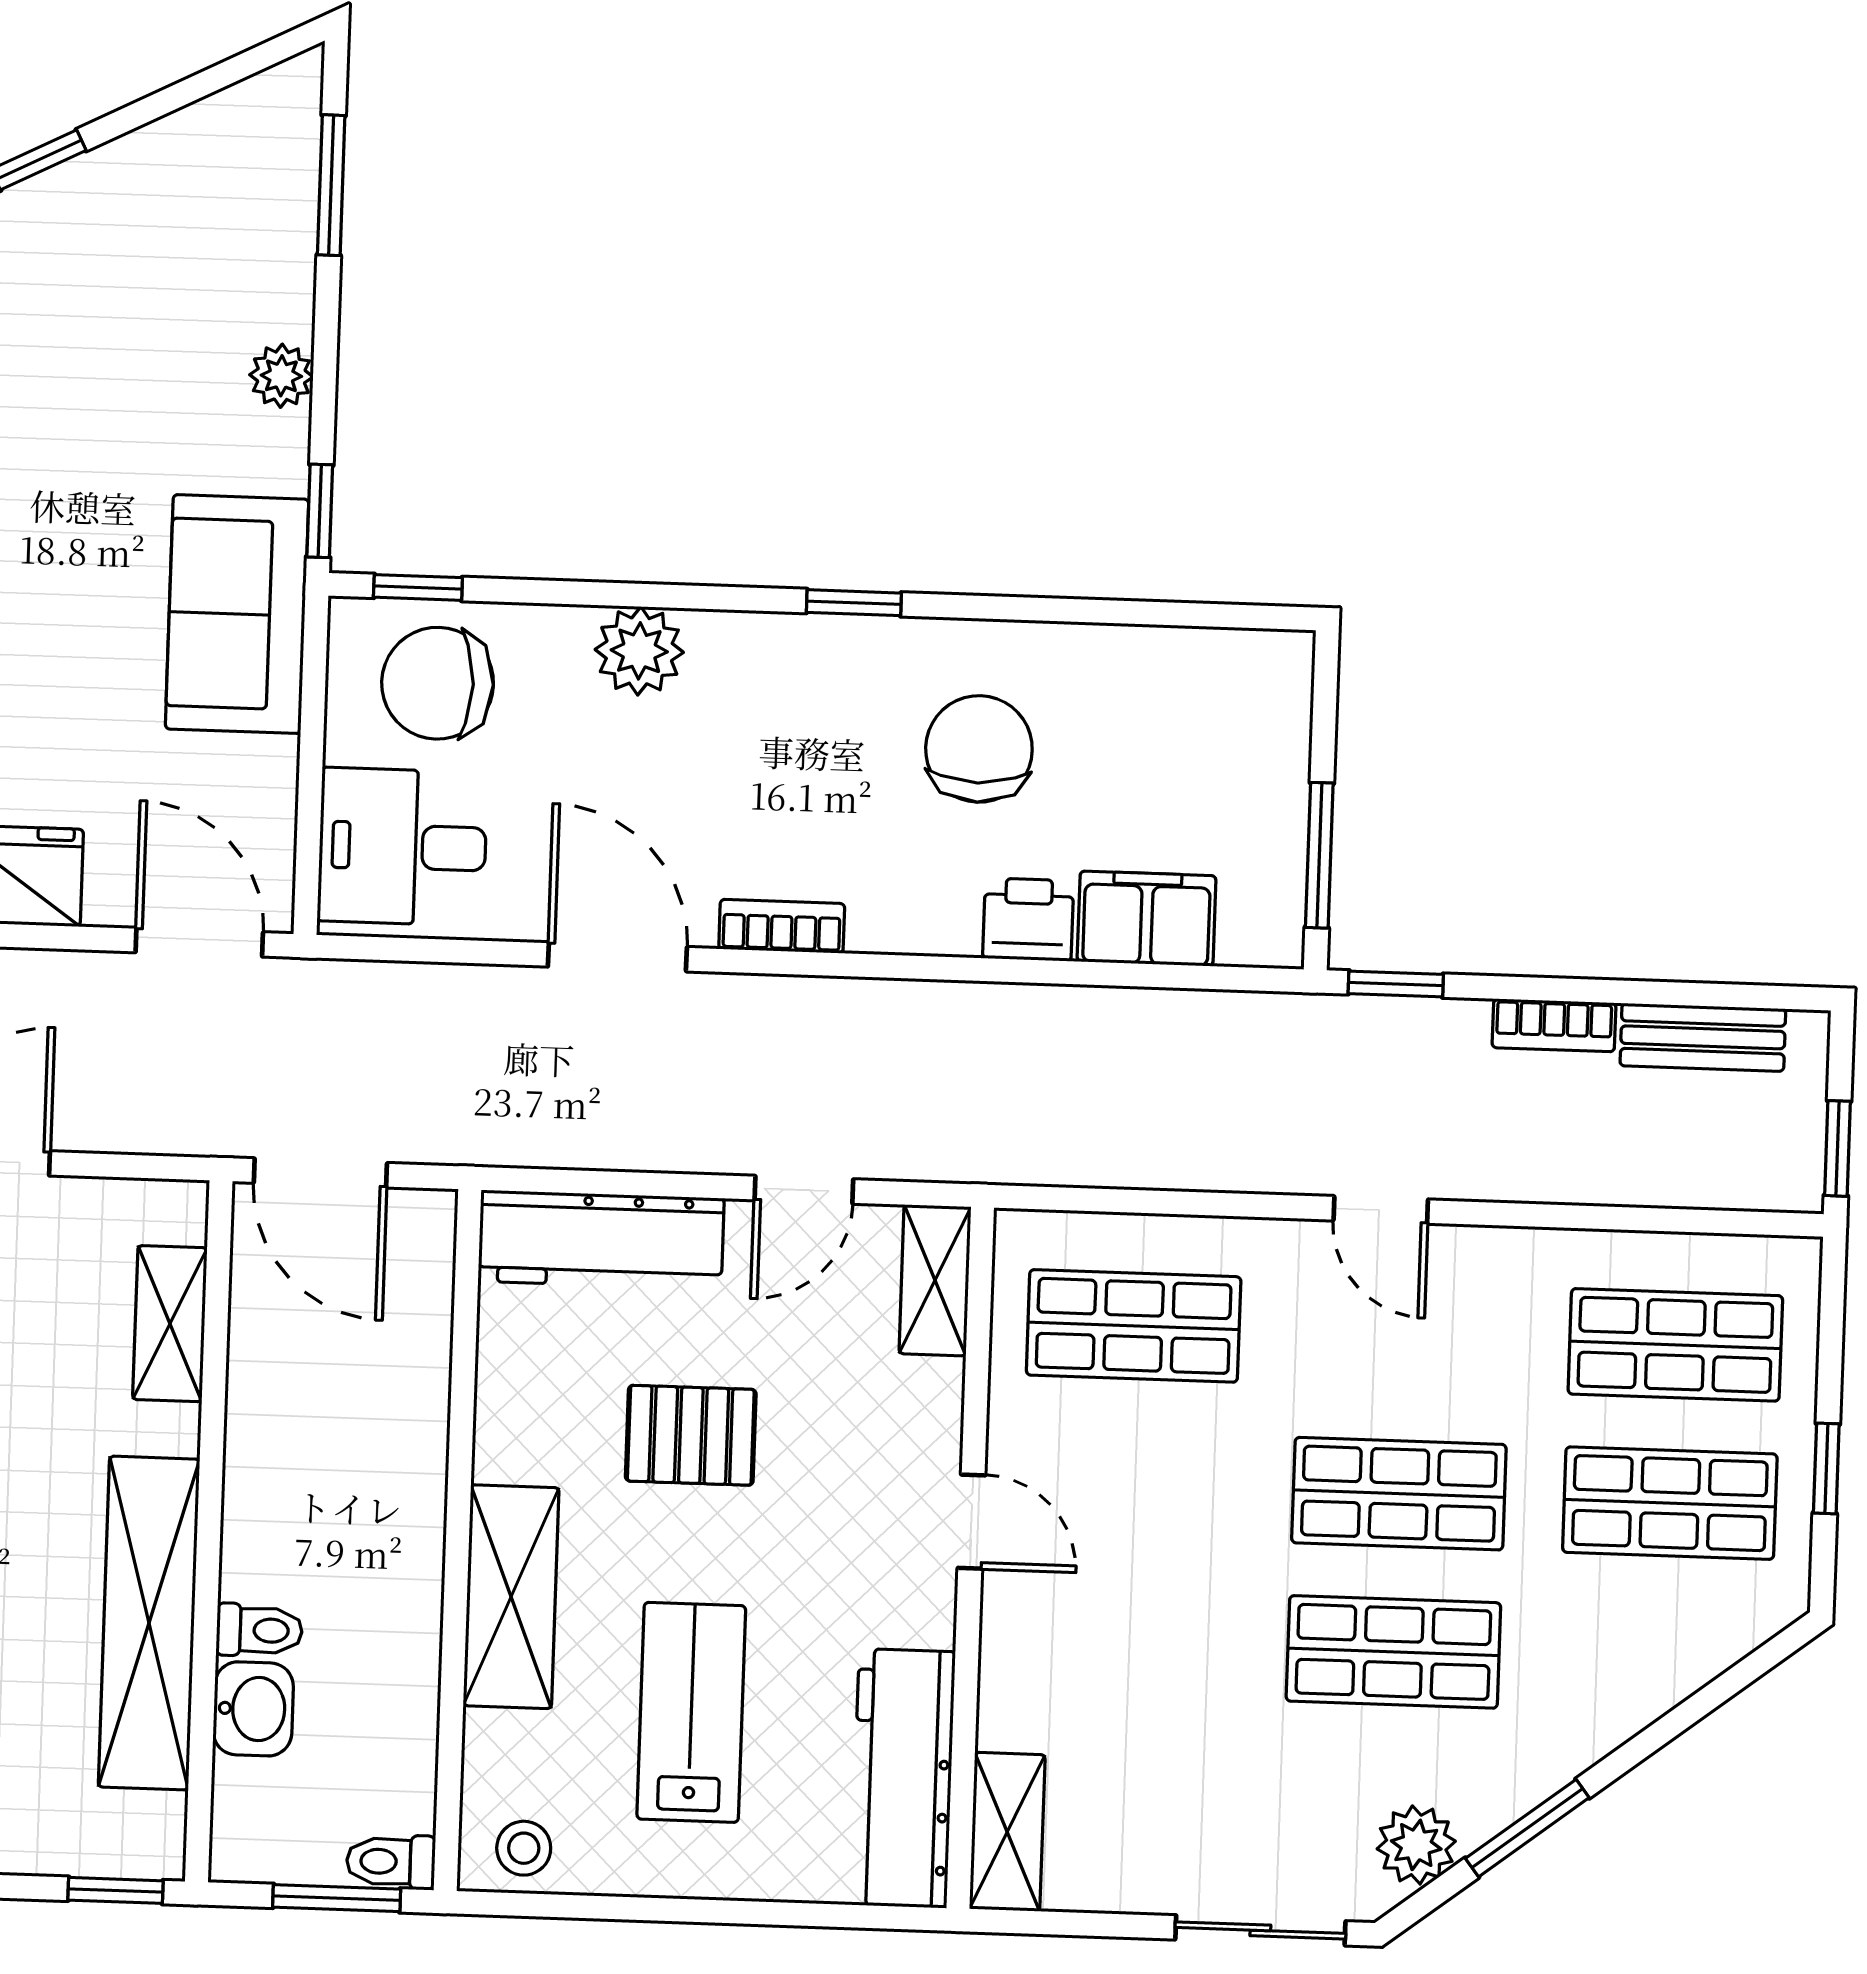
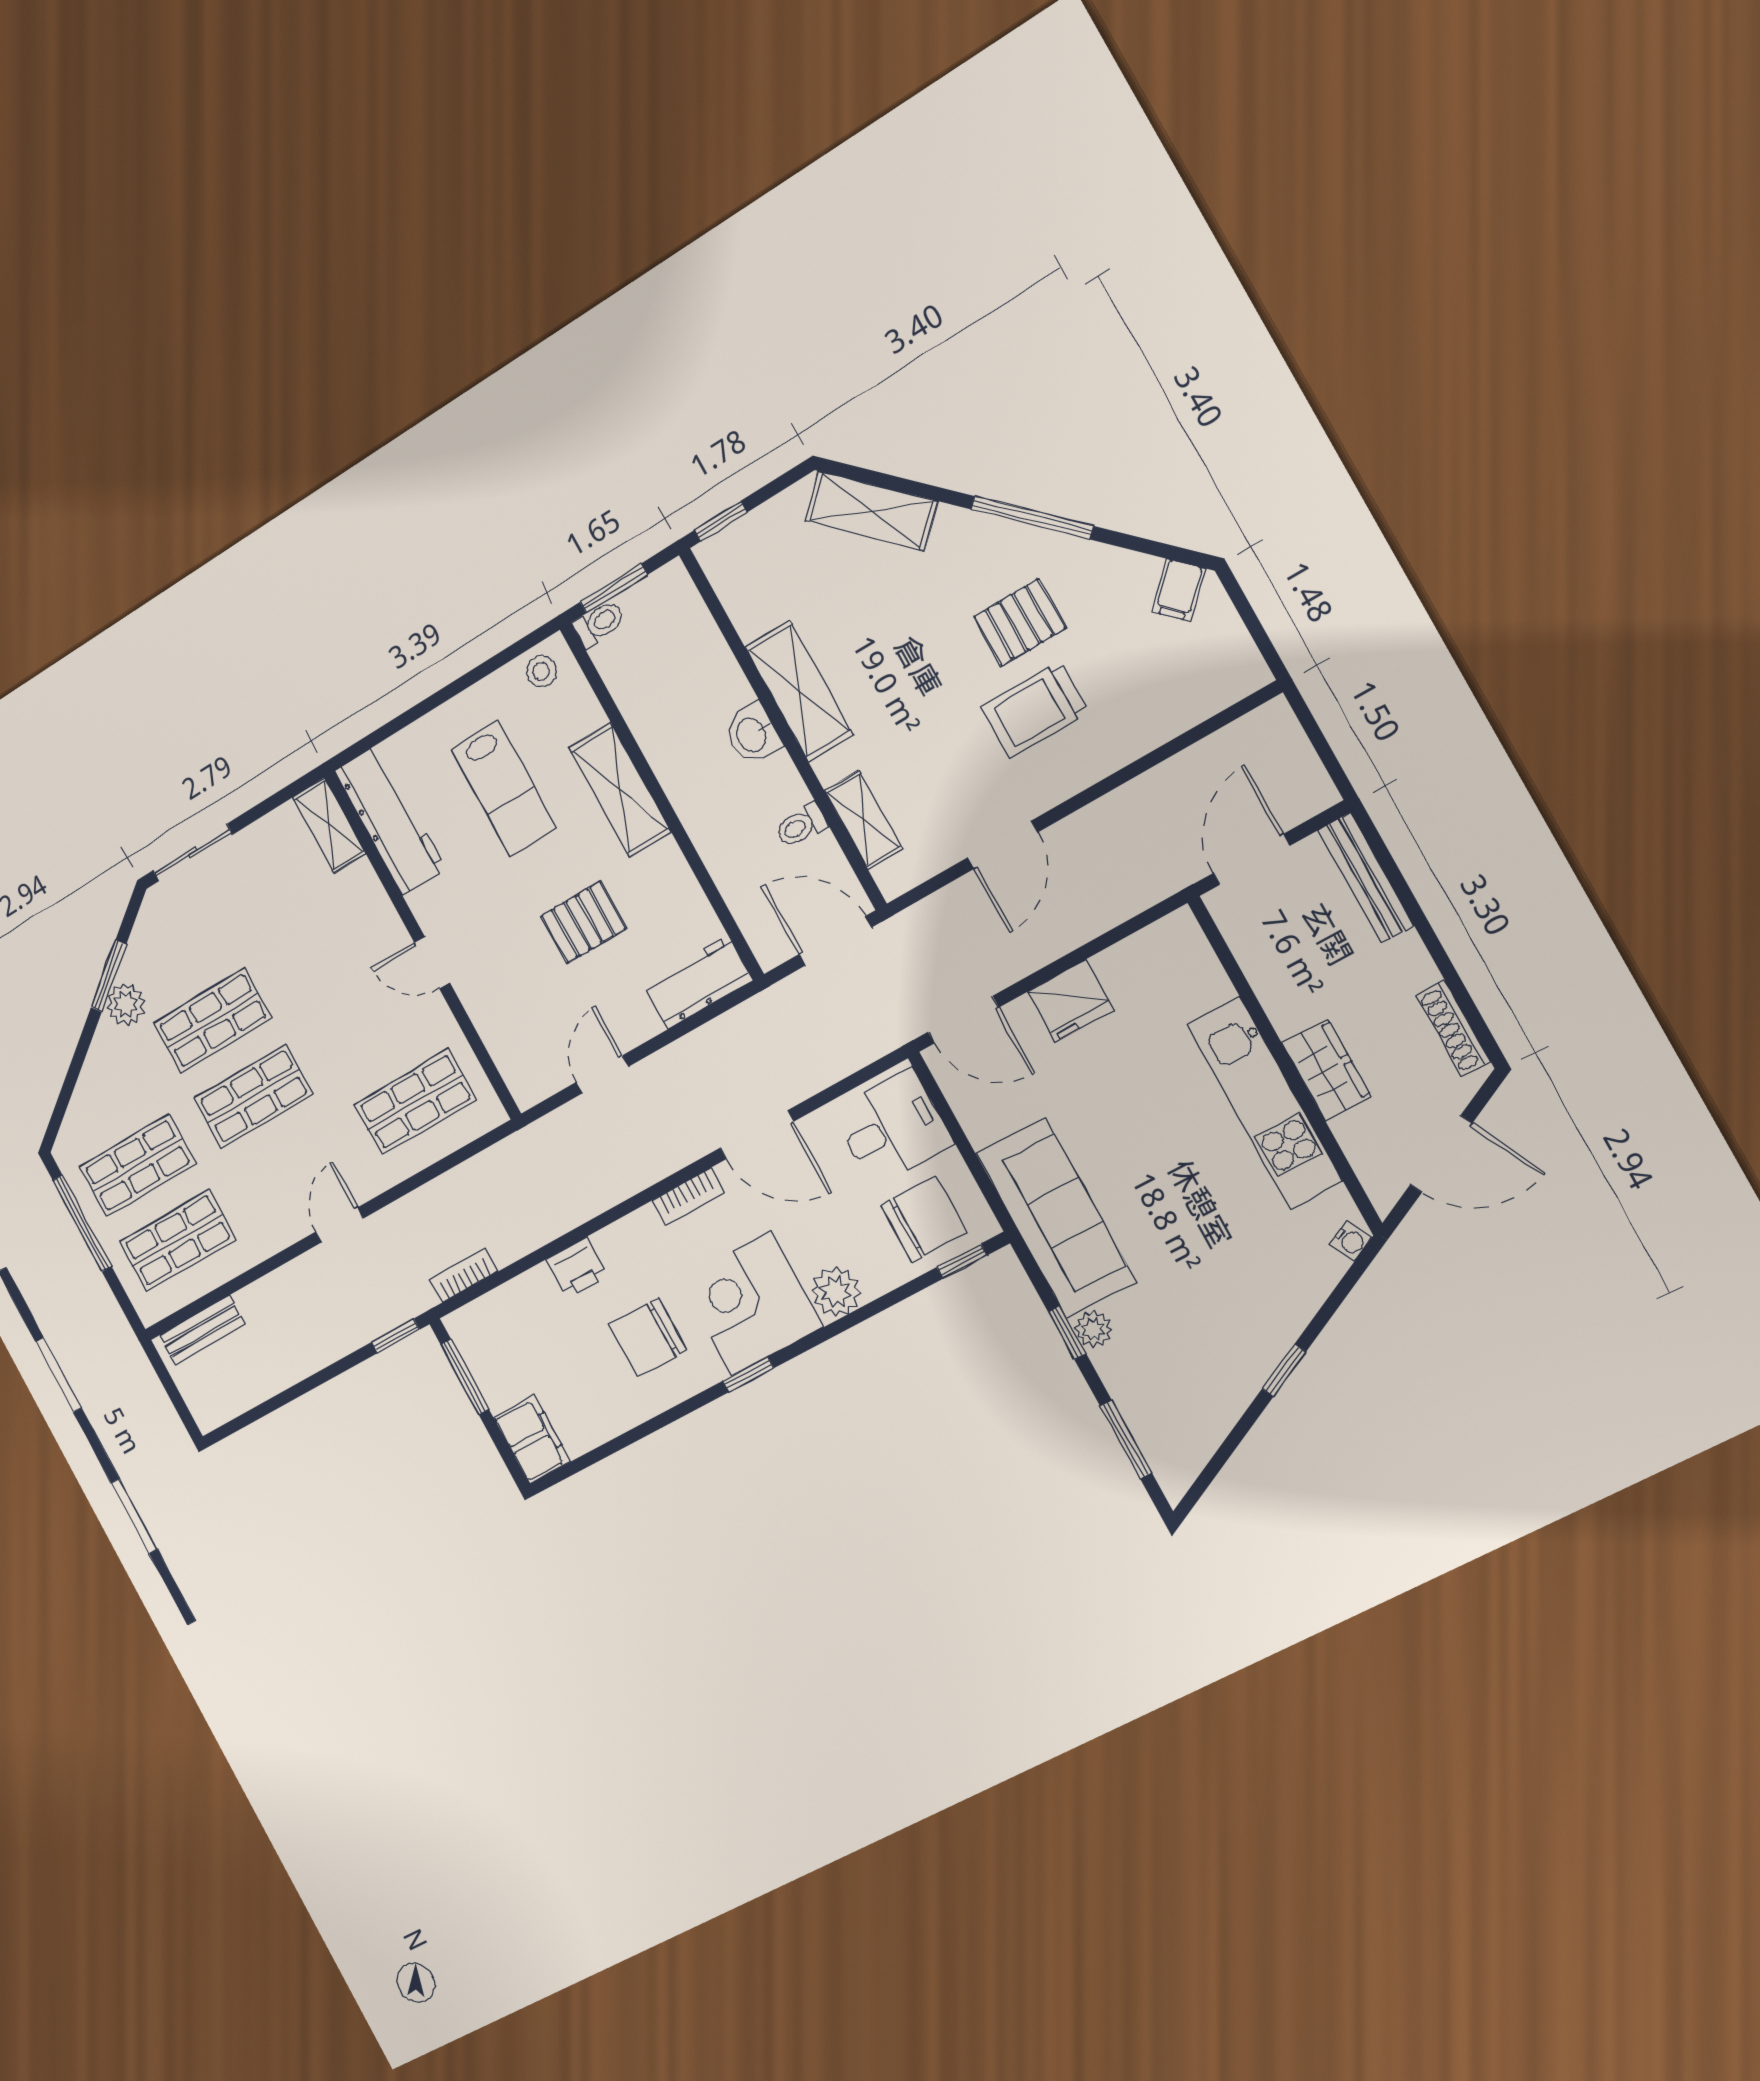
window: (320, 511) -> (1067, 1333), moved
sofa: (237, 614) -> (1056, 1218), width x1.36
corner desk: (784, 707) -> (751, 1304), added
chair: (979, 749) -> (648, 1337), turned 90
filing cabinet: (1147, 919) -> (532, 1439), moved, turned -90
bookcase: (1554, 1025) -> (463, 1275), moved
bench: (1703, 1037) -> (202, 1330), moved
window: (1838, 1148) -> (163, 1374), removed
door: (1381, 1210) -> (340, 1225), hinge flipped
workbench: (601, 1240) -> (698, 982), width x0.73
shelving: (935, 1280) -> (517, 1068), removed
window: (1826, 1468) -> (82, 1223), width x2.17
shelving: (149, 1623) -> (799, 691), width x0.68
toilet: (259, 1630) -> (801, 826), moved
washbasin: (253, 1709) -> (753, 734), moved
plant: (1416, 1845) -> (126, 1004), moved

